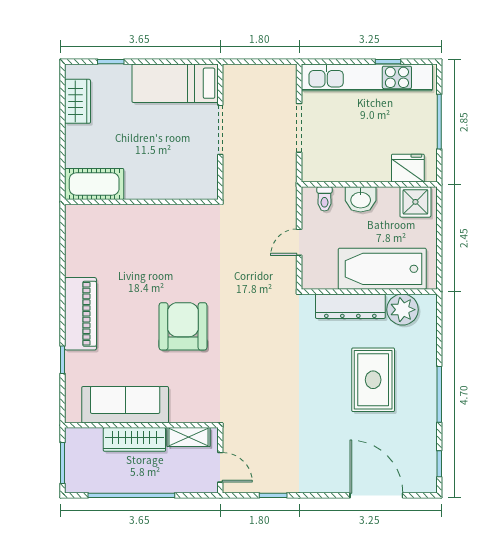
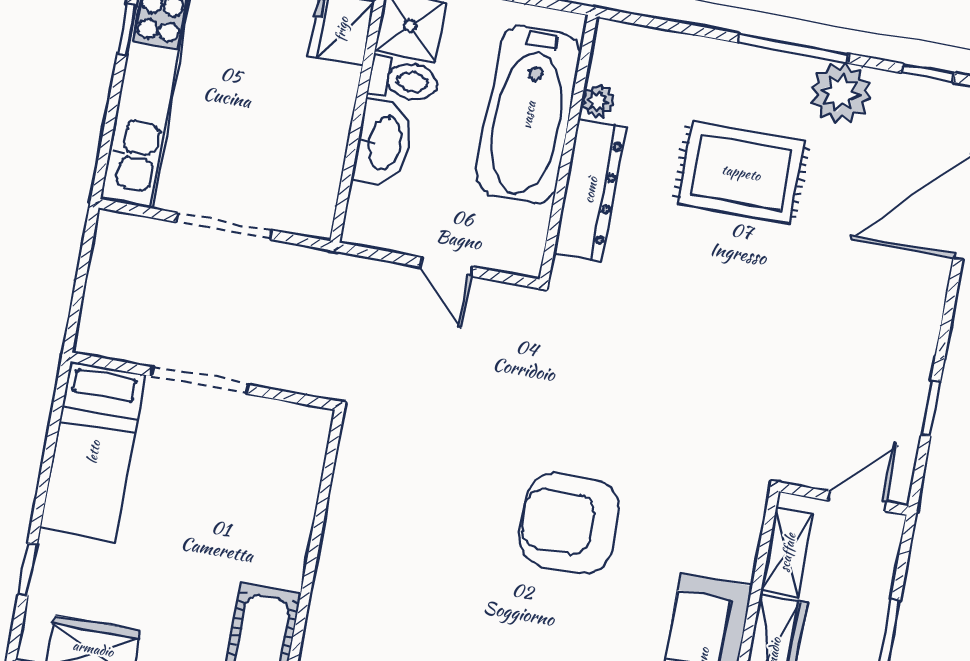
toilet: (324, 199) -> (403, 80), moved, width x1.37, depth x1.39
washbasin: (361, 199) -> (383, 143), width x1.38
plant: (403, 310) -> (598, 101), width x0.53, depth x0.53
plant: (422, 422) -> (840, 93), added

